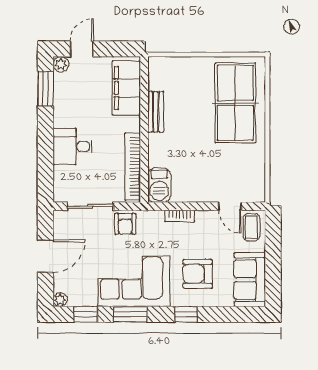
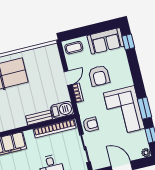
bench: (156, 112) -> (39, 118), moved
door: (230, 206) -> (68, 78), moved
armchair: (198, 274) -> (99, 76), moved
window: (186, 314) -> (128, 42), moved

